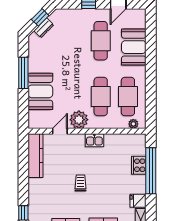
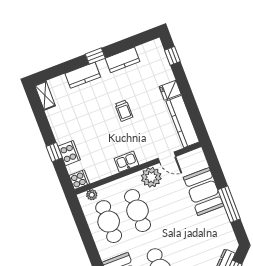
door: (60, 131) -> (167, 157), hinge flipped
cooker: (139, 140) -> (79, 180), added
window: (151, 171) -> (54, 152), width x0.32
fridge: (138, 201) -> (170, 90), moved, turned 180

